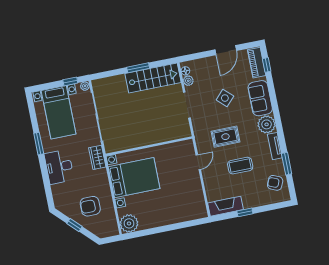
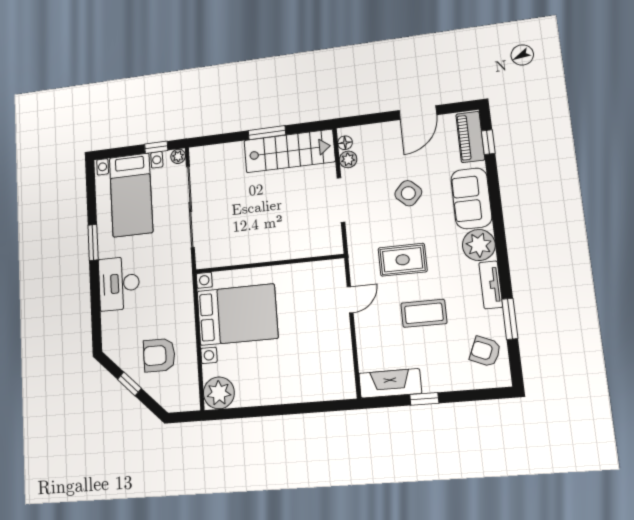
wardrobe: (97, 157) -> (182, 274), removed

